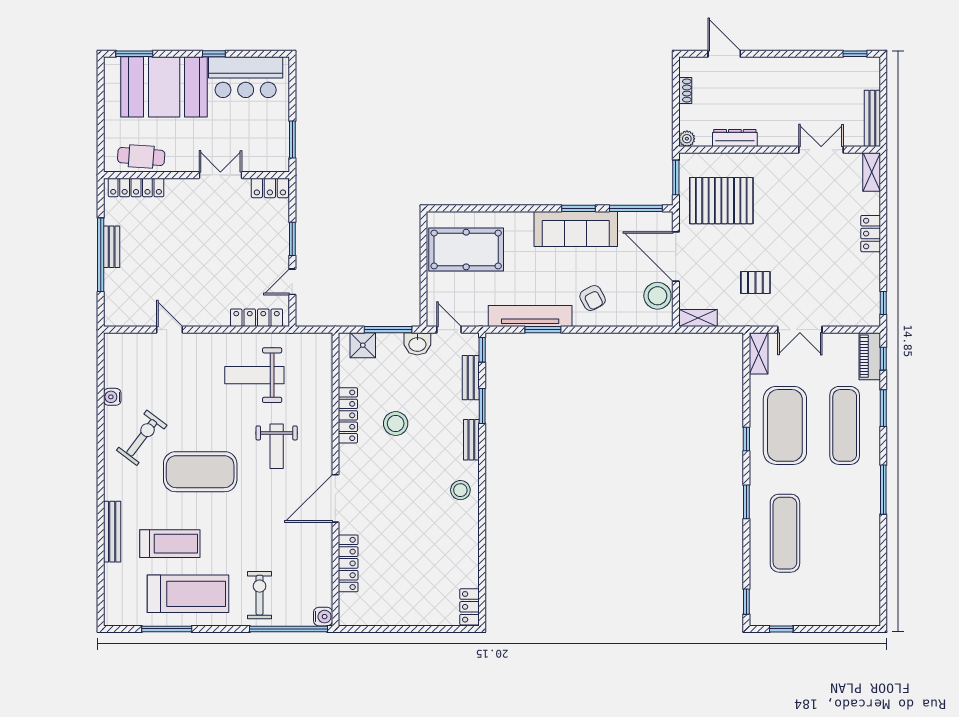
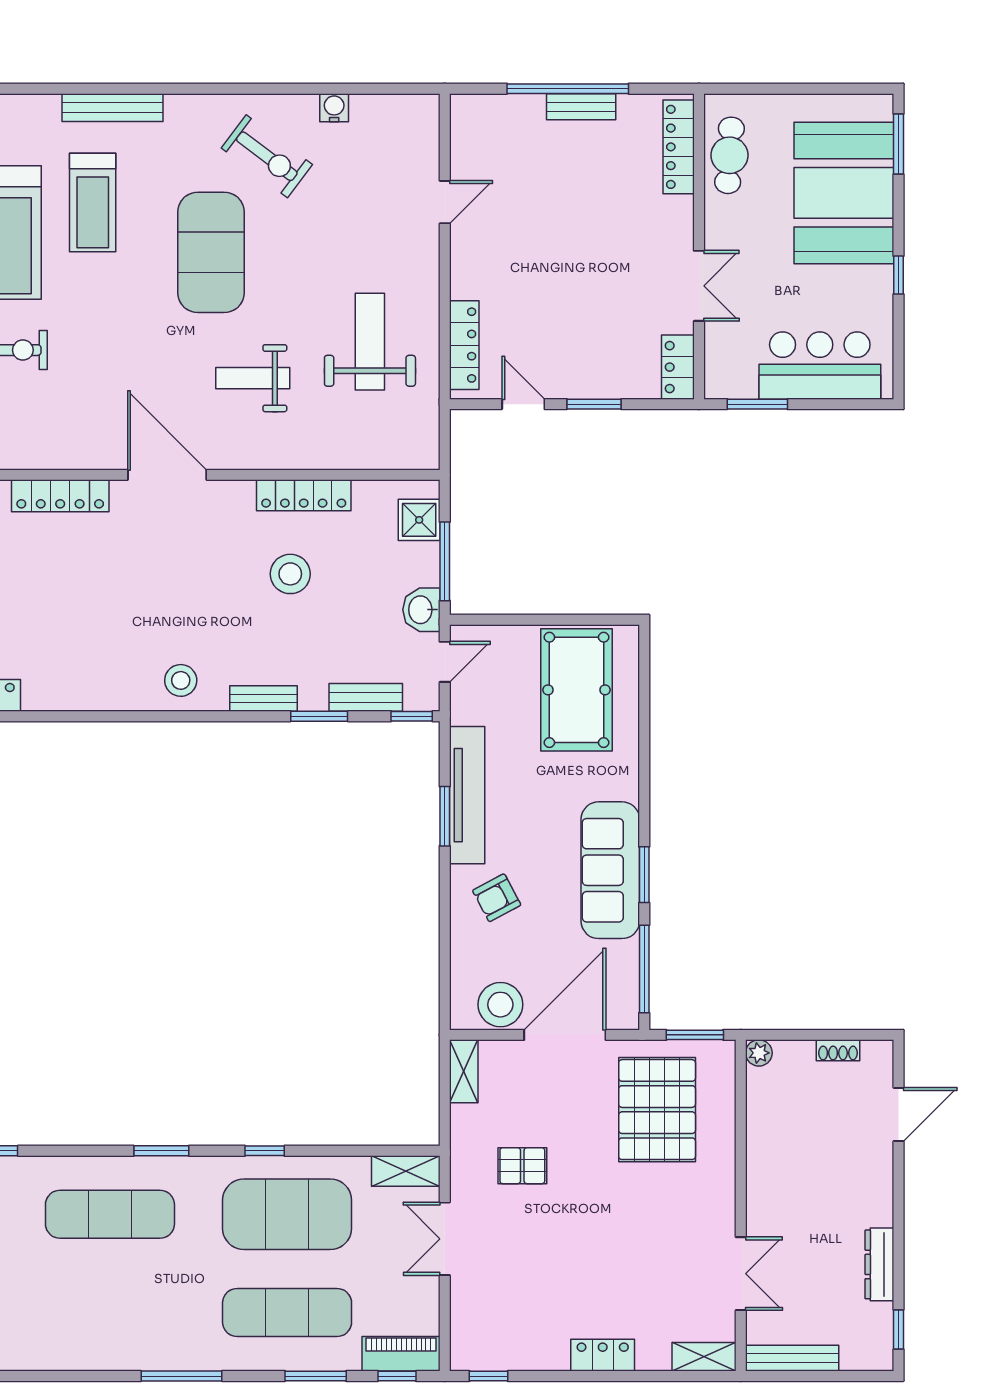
bar counter: (246, 77) -> (820, 366), moved, turned 90
dresser: (735, 138) -> (879, 1264), moved, turned 180
pallet: (755, 282) -> (522, 1166), turned 90

